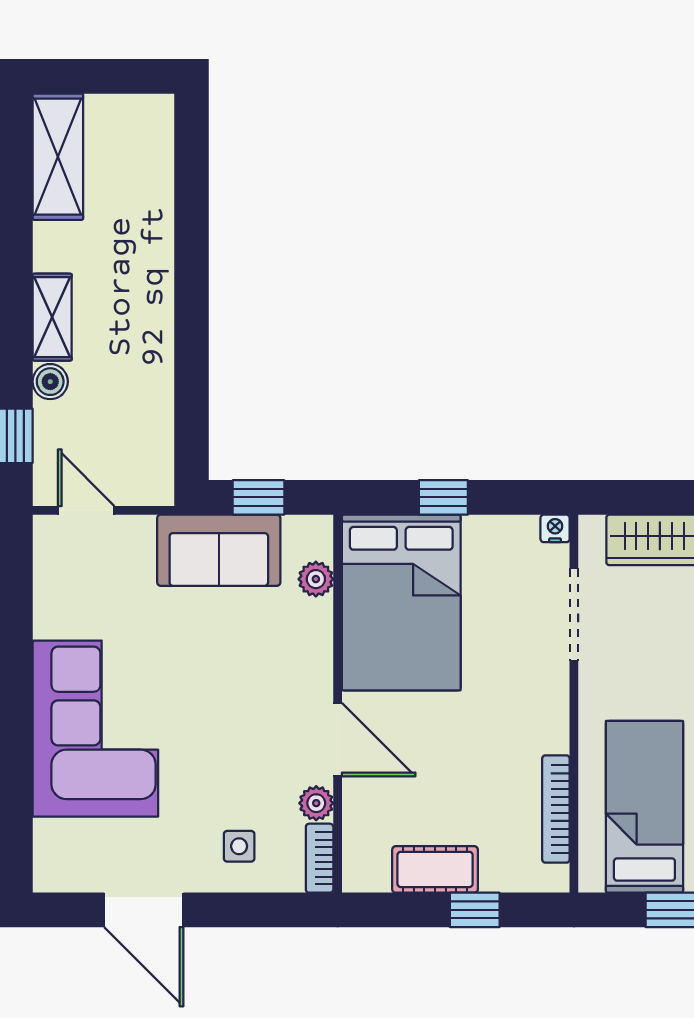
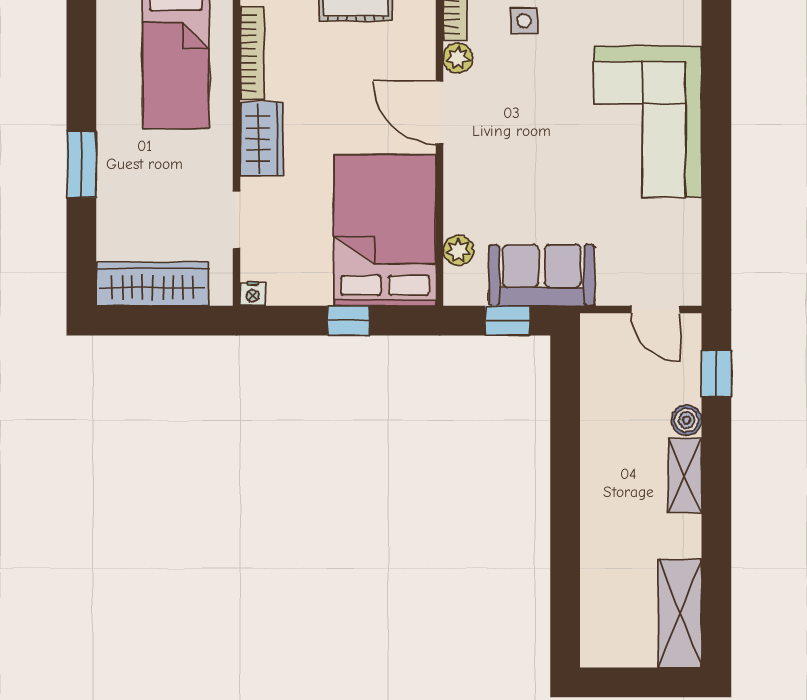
doorway: (574, 614) -> (237, 220), width x0.73
wardrobe: (545, 709) -> (262, 139), added

